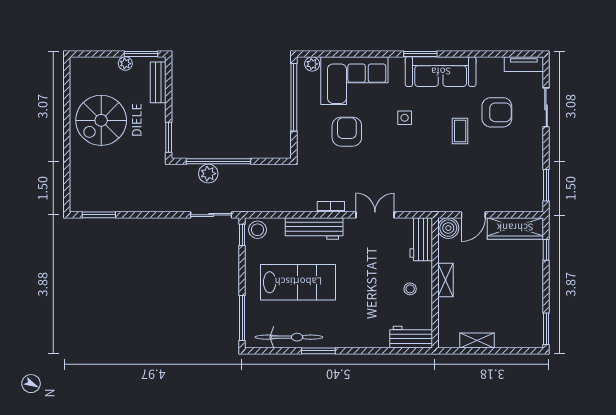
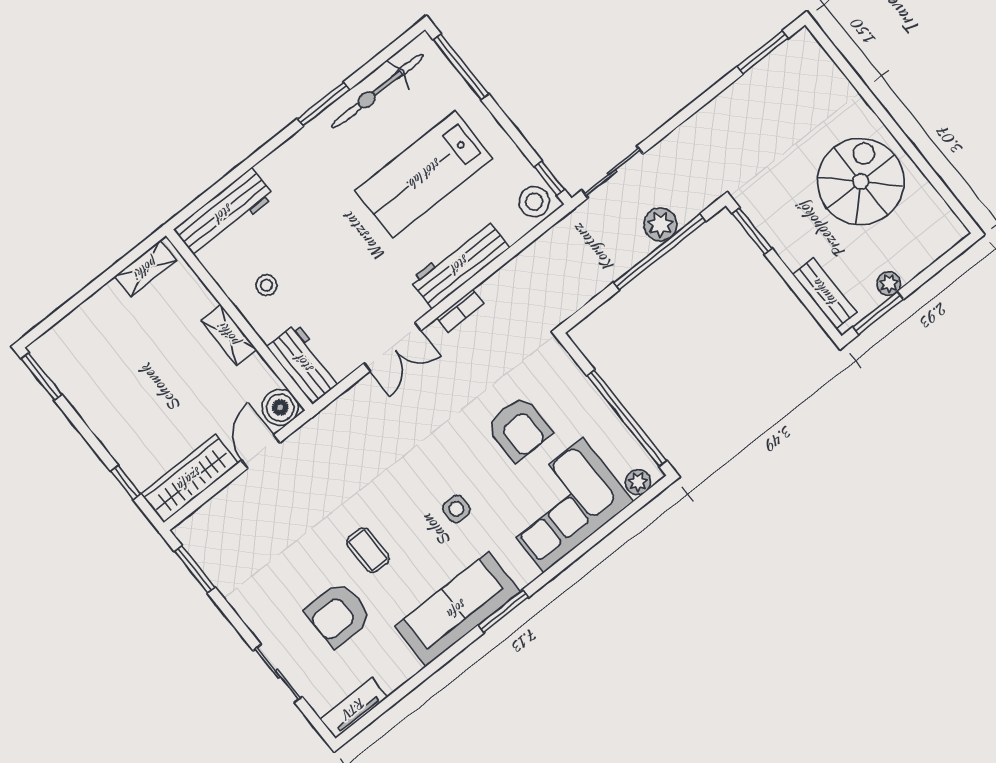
workbench: (411, 337) -> (224, 213), width x1.38
shelving: (477, 341) -> (146, 268), moved

